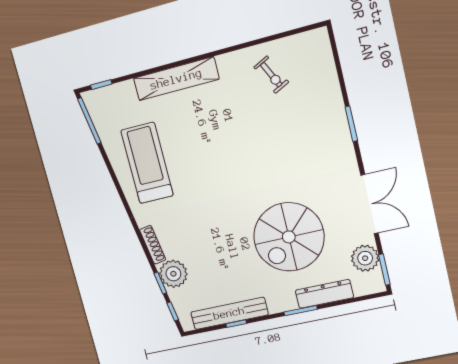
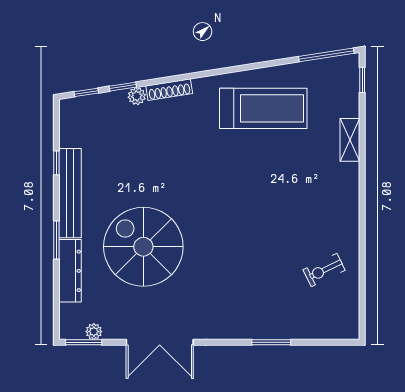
shelving: (176, 79) -> (350, 140), width x0.45, depth x0.75
window: (351, 124) -> (271, 342), moved
plant: (365, 258) -> (94, 332), width x0.53, depth x0.53
plant: (173, 274) -> (137, 96), width x0.53, depth x0.53
bench: (229, 313) -> (70, 193), moved

